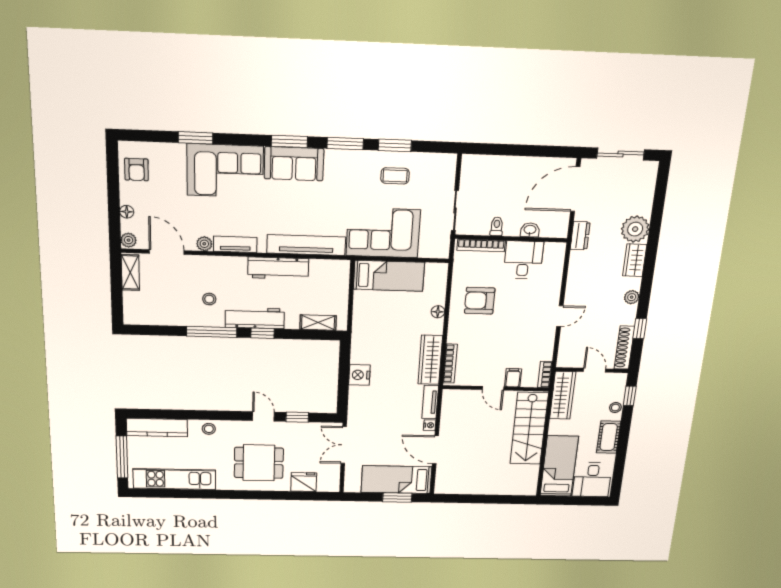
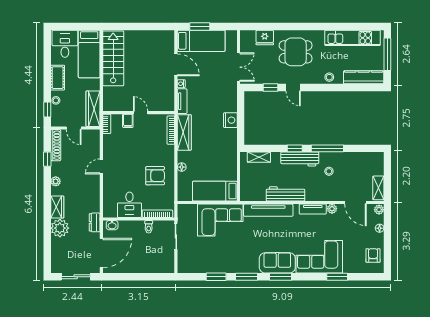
coffee table: (395, 176) -> (215, 257), removed
washbasin: (530, 230) -> (112, 225), moved
stairs: (529, 428) -> (113, 58), moved

